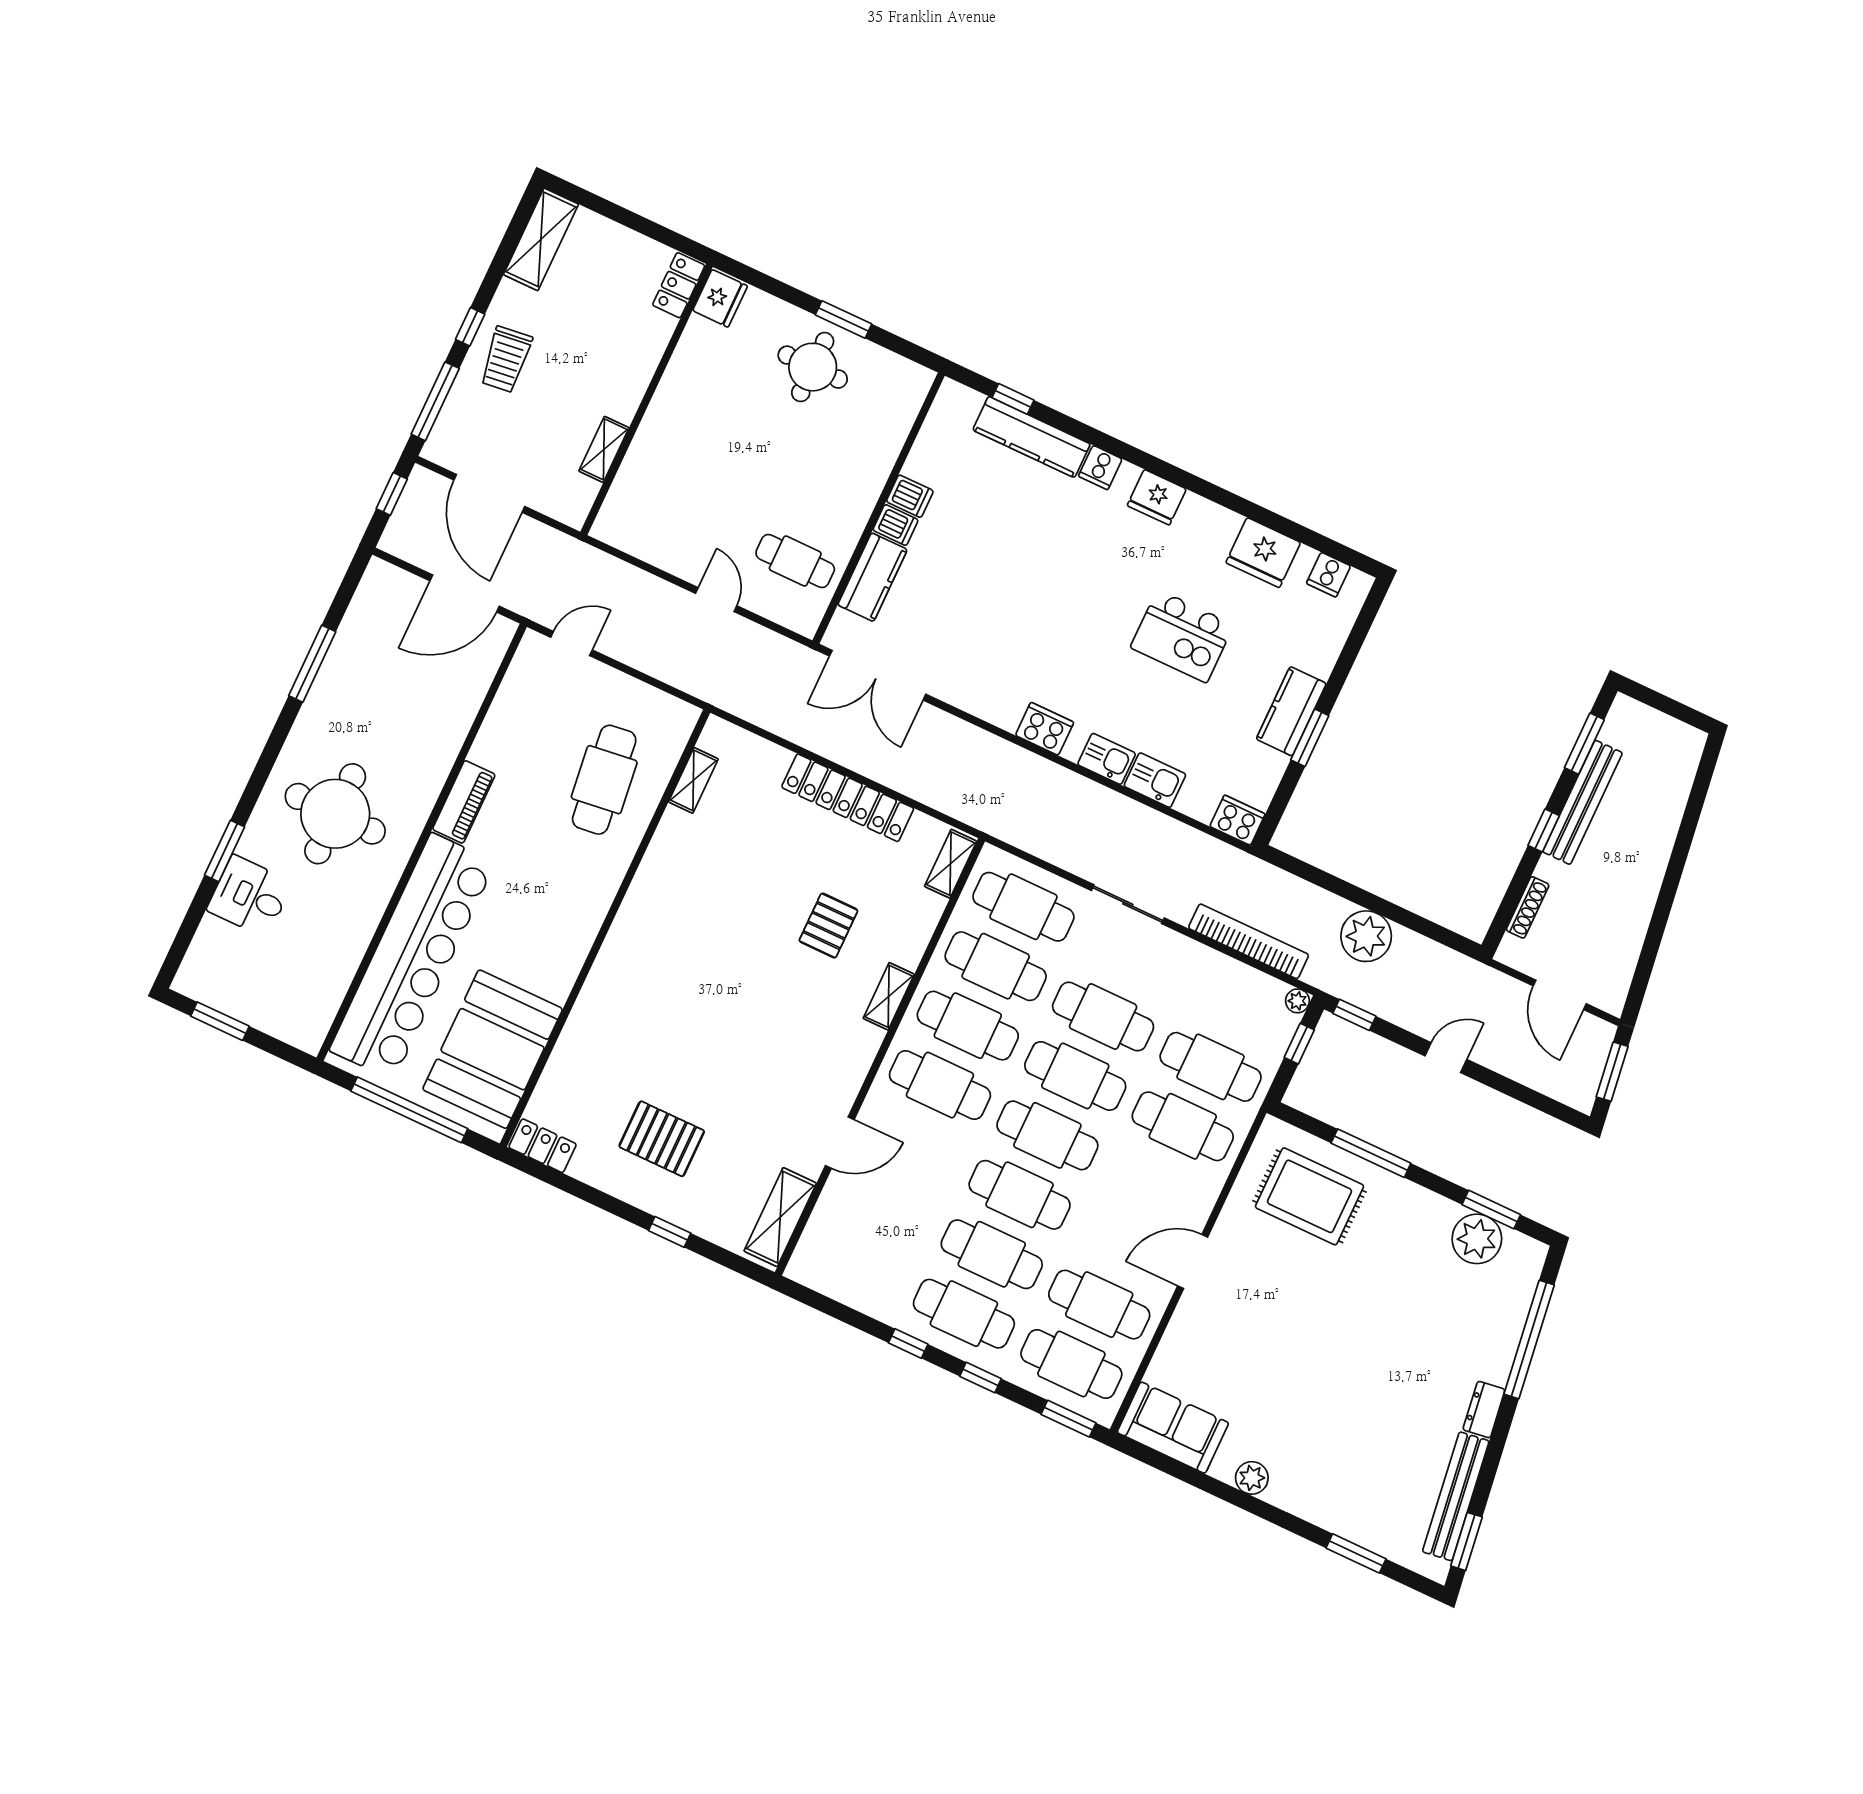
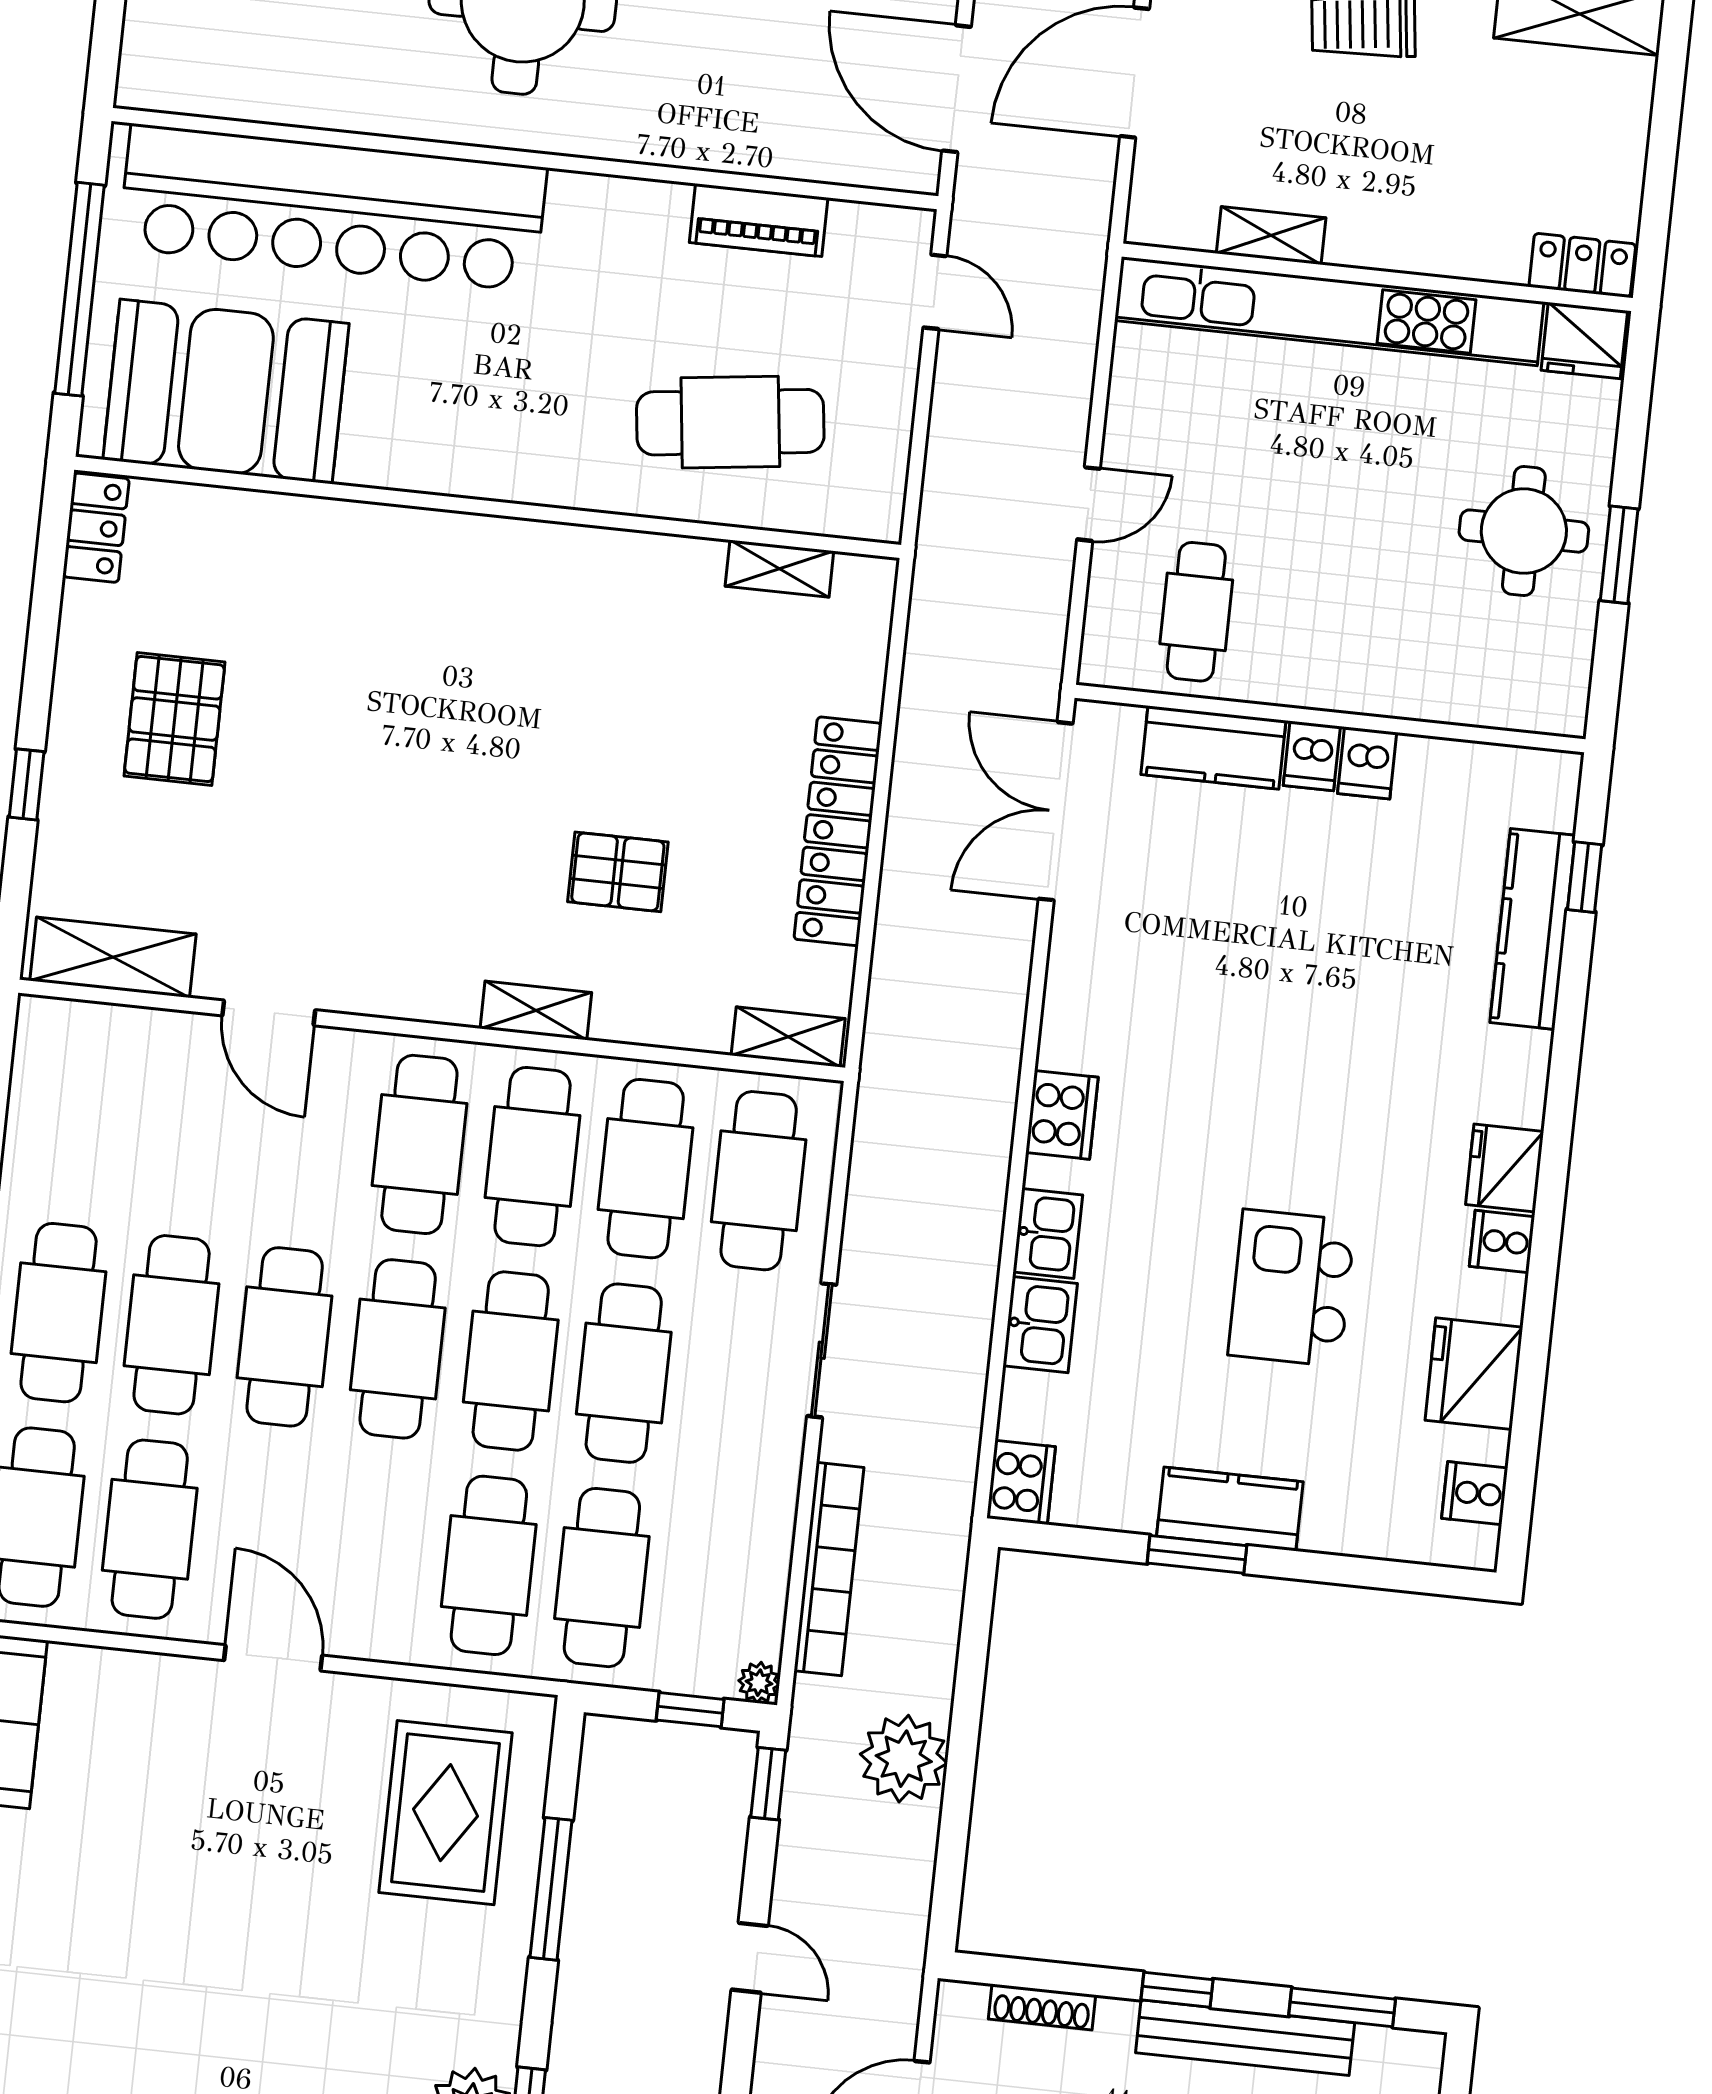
kitchen unit: (656, 432) -> (1329, 311), added
cooker: (1100, 467) -> (1502, 1241), moved
piano: (464, 802) -> (759, 220), moved

